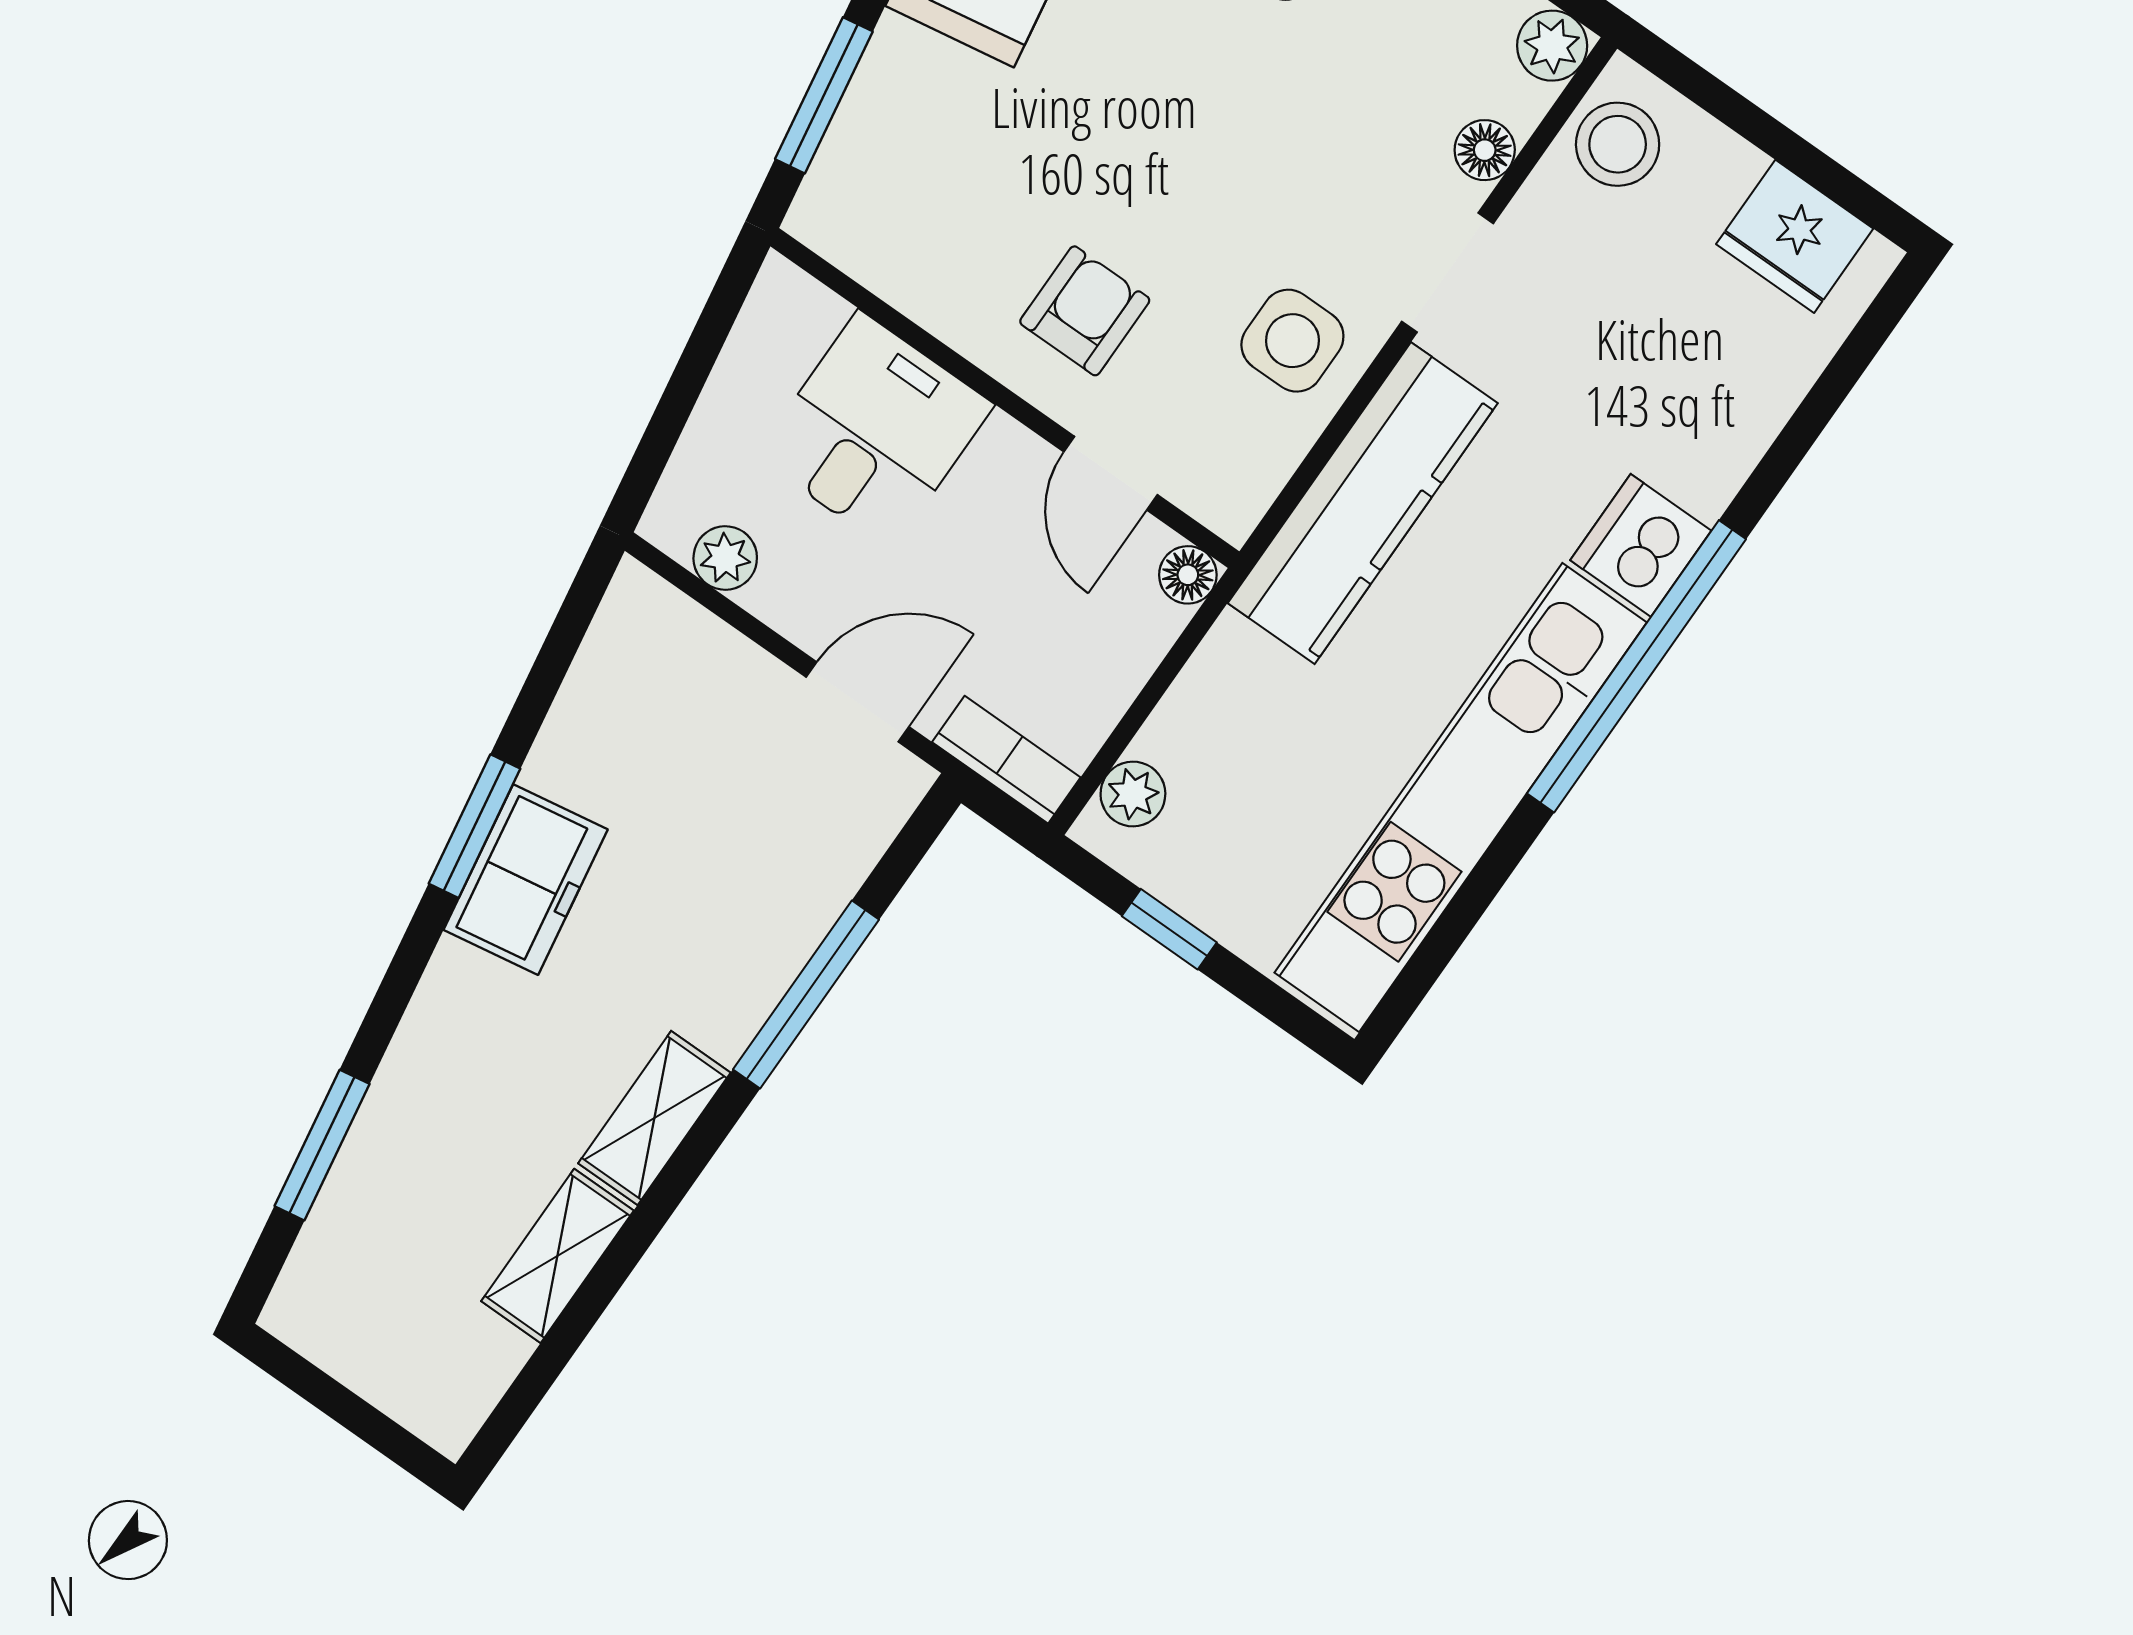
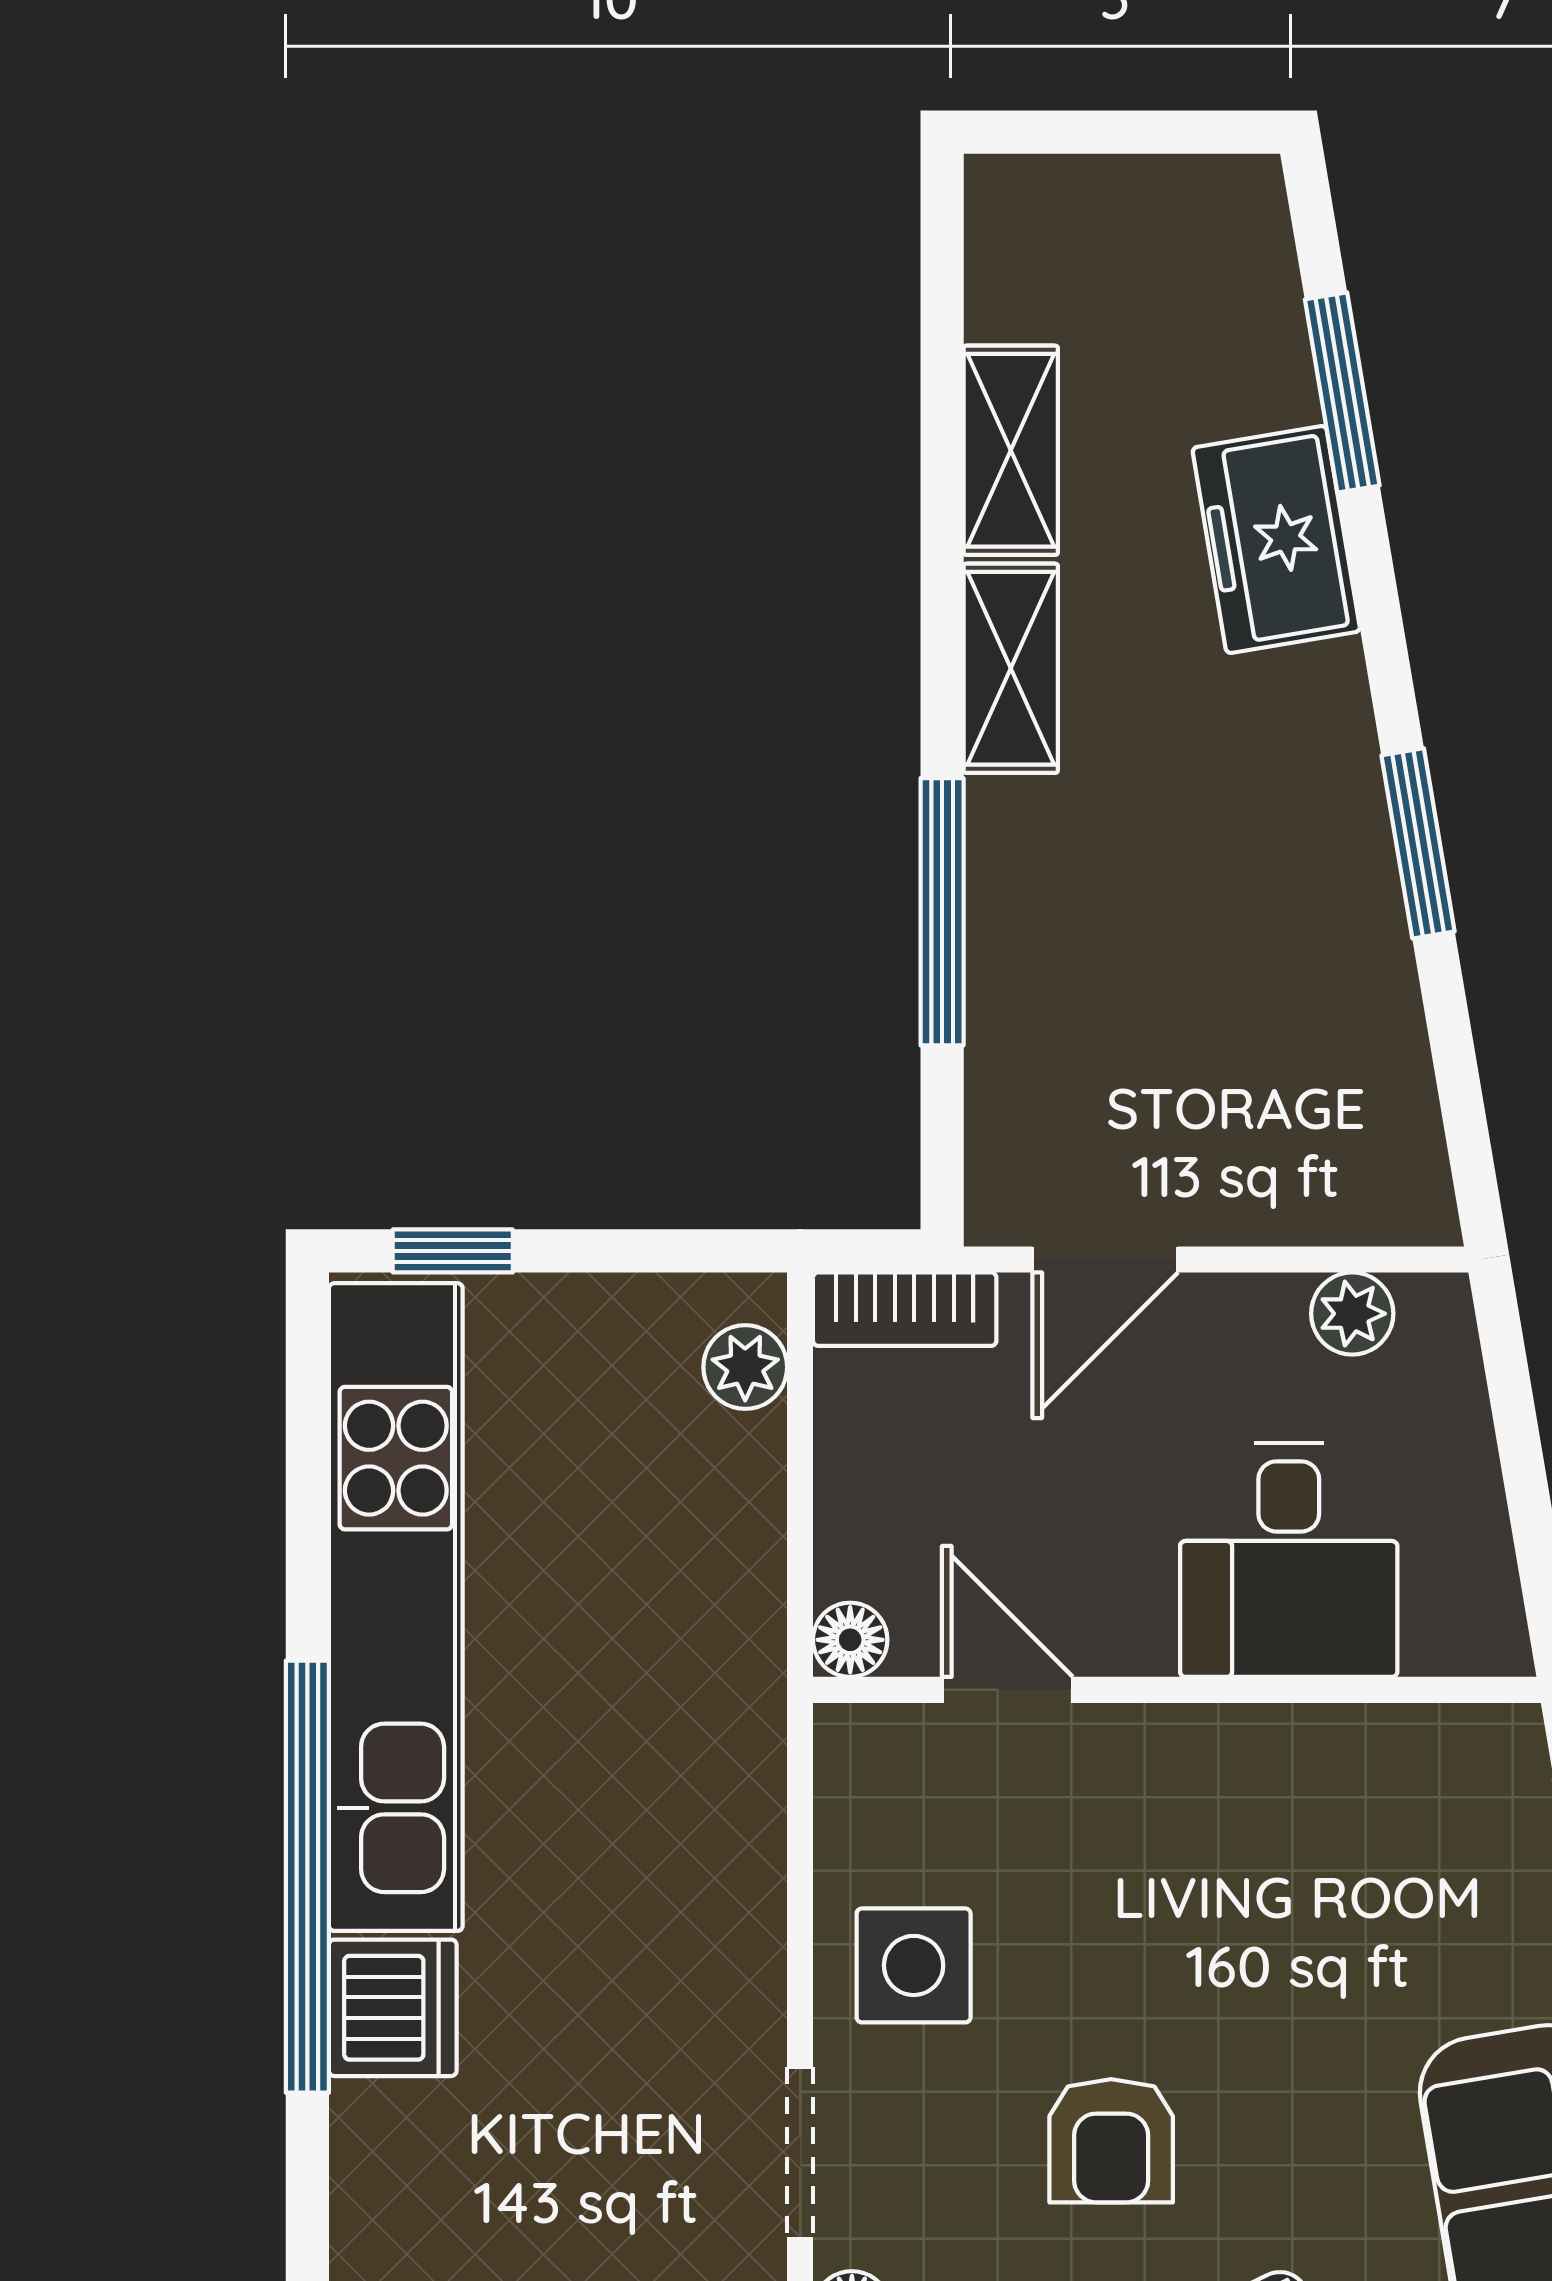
armchair: (1085, 311) -> (1111, 2141), moved
kitchen counter: (1363, 503) -> (718, 1846), removed
freezer: (526, 880) -> (1276, 540), moved
window: (1169, 929) -> (453, 1251), moved

